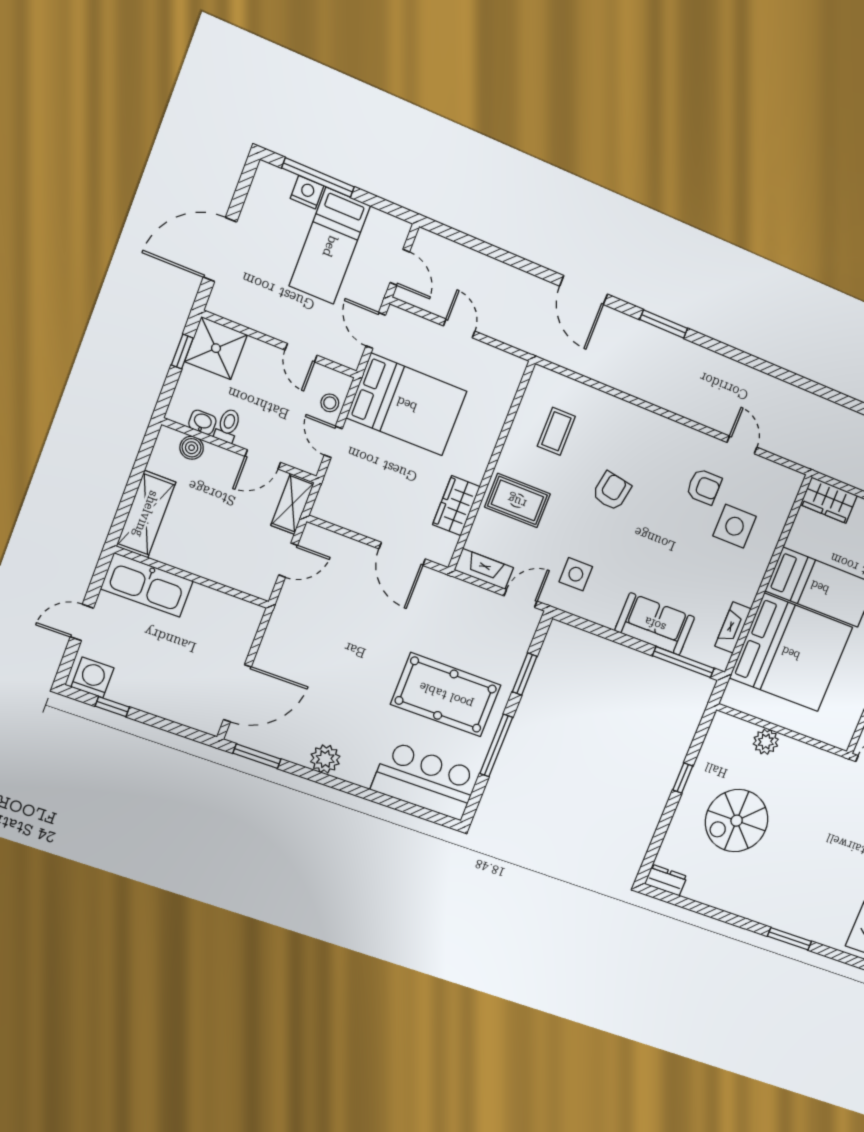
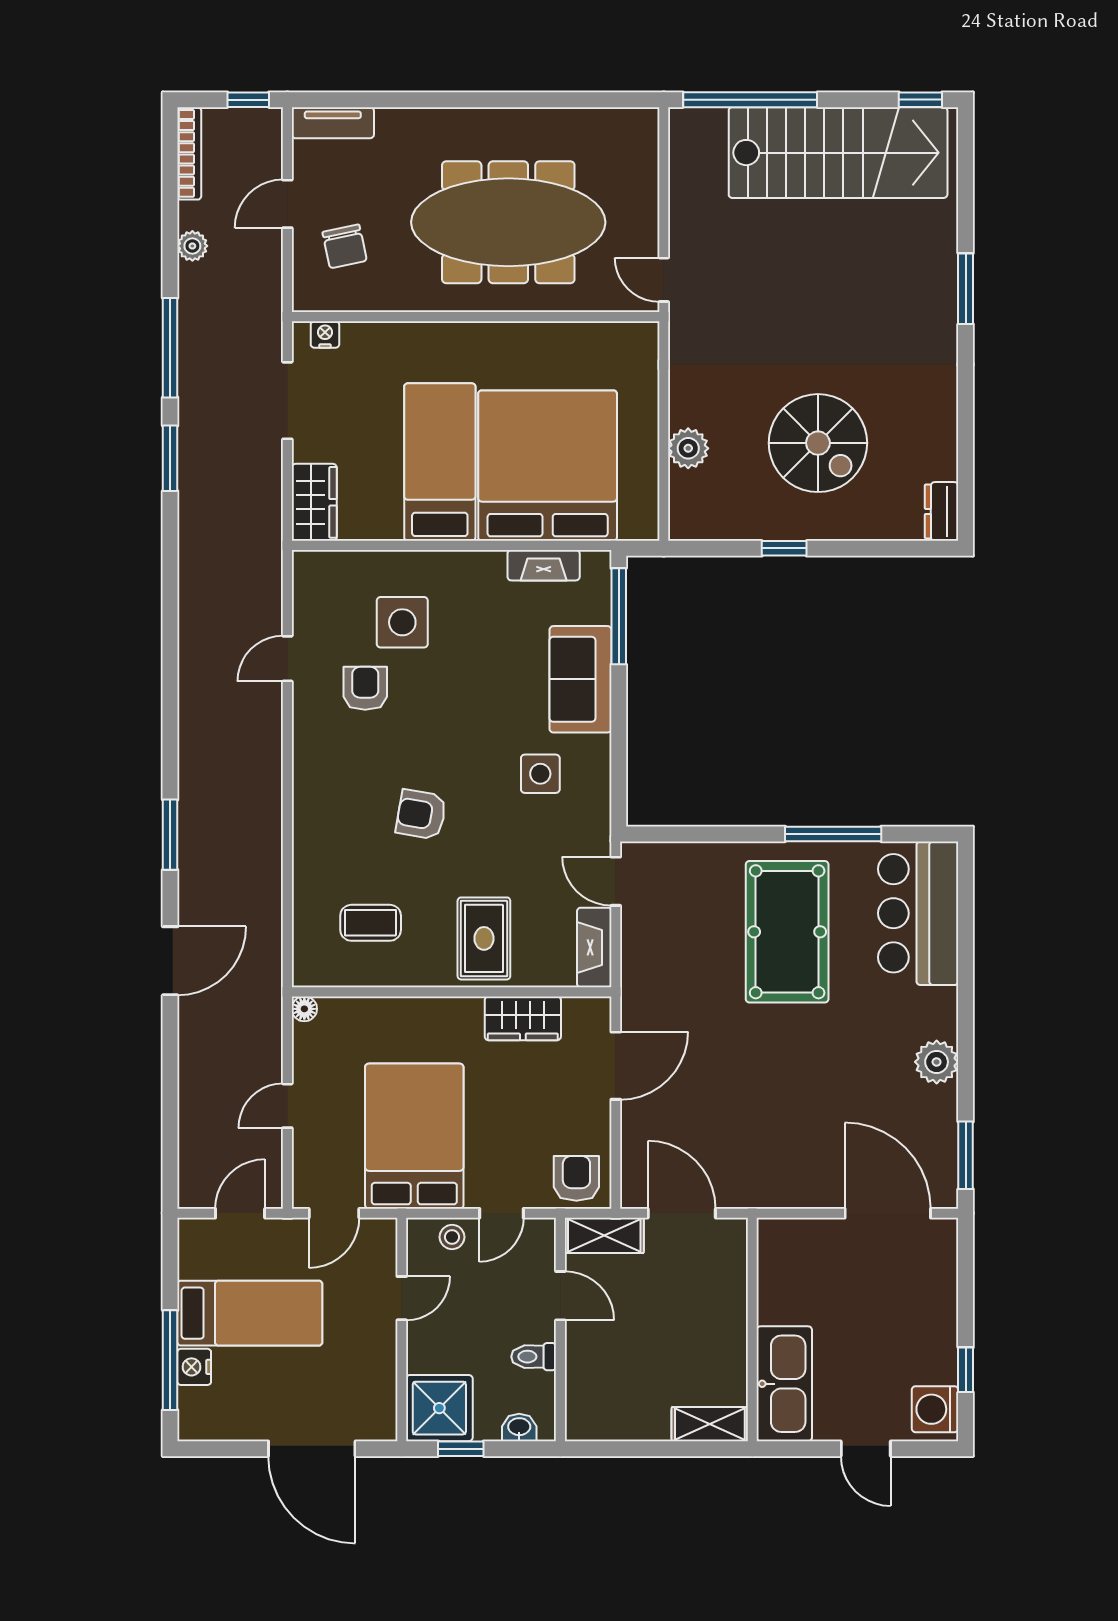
floor lamp: (518, 366) -> (304, 1009), added
washbasin: (202, 422) -> (519, 1427), moved, turned 90
boiler: (192, 448) -> (581, 1392), removed
armchair: (338, 500) -> (576, 1178), added
shelving: (146, 514) -> (710, 1424), width x0.67, depth x0.75
door: (288, 560) -> (682, 1213), width x1.38
side table: (576, 574) -> (540, 774), moved
window: (525, 674) -> (718, 834), removed

